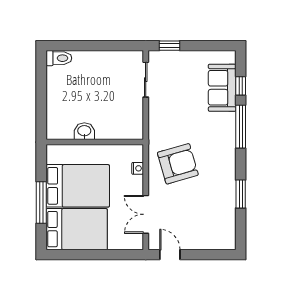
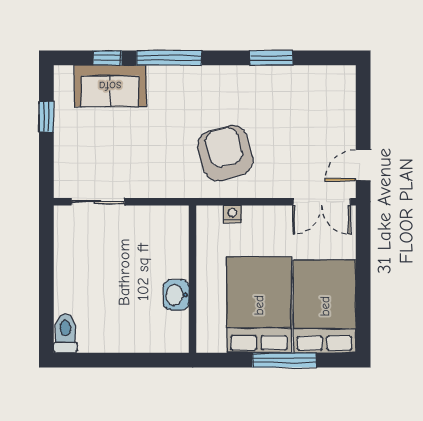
window: (169, 46) -> (46, 117), moved
double door: (146, 214) -> (322, 202), moved

